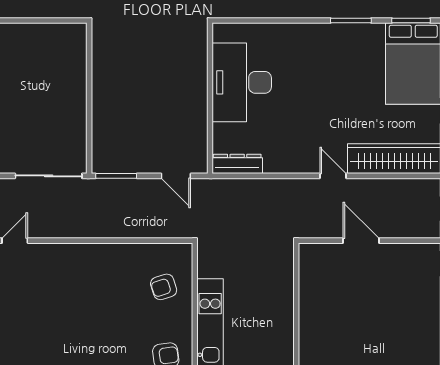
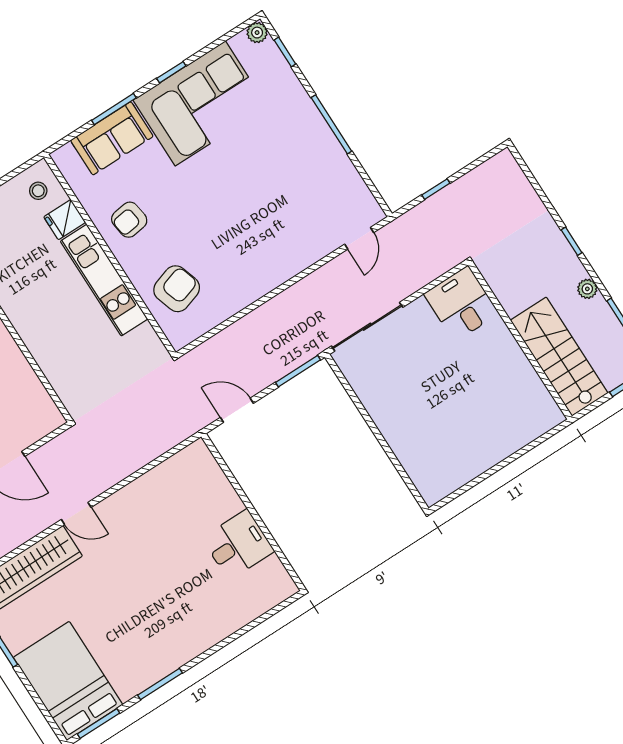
desk: (242, 82) -> (238, 545), width x0.53, depth x0.77
dresser: (237, 164) -> (182, 463), removed
armchair: (164, 287) -> (177, 289), width x1.38, depth x1.38

